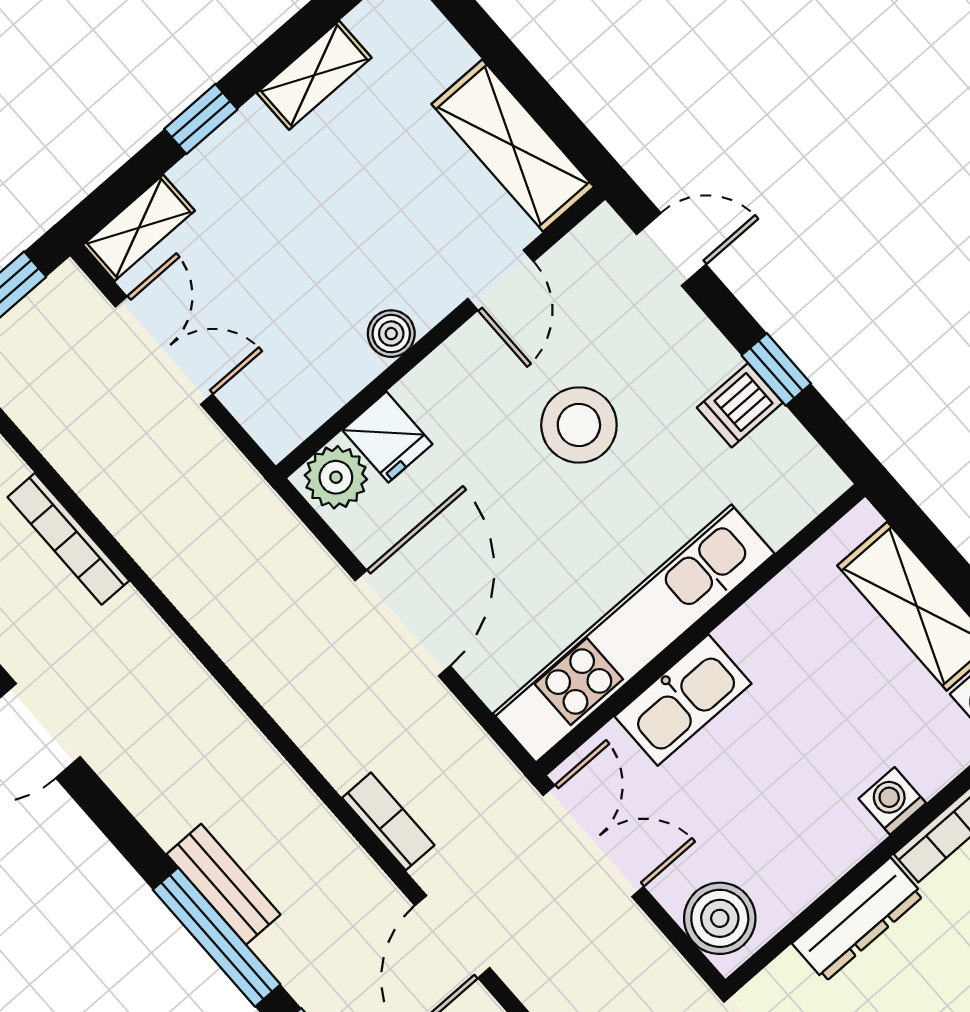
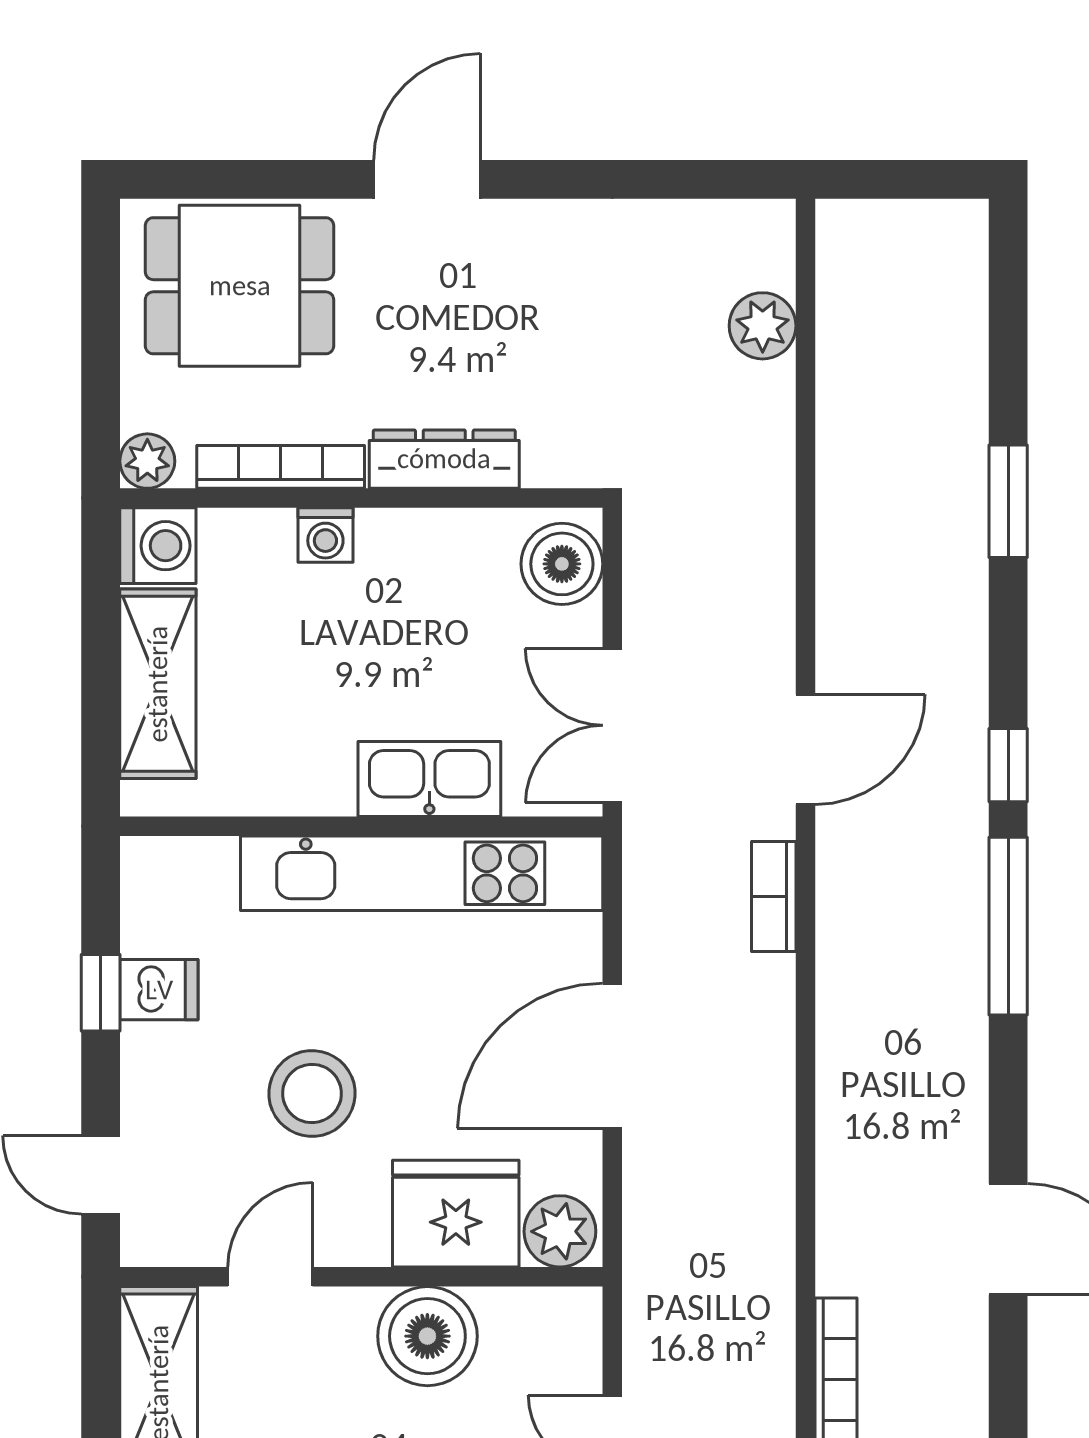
boiler: (391, 334) -> (427, 1336), width x1.86, depth x1.86
fridge: (387, 437) -> (456, 1214), width x1.88, depth x1.34
bench: (223, 884) -> (963, 966), removed

